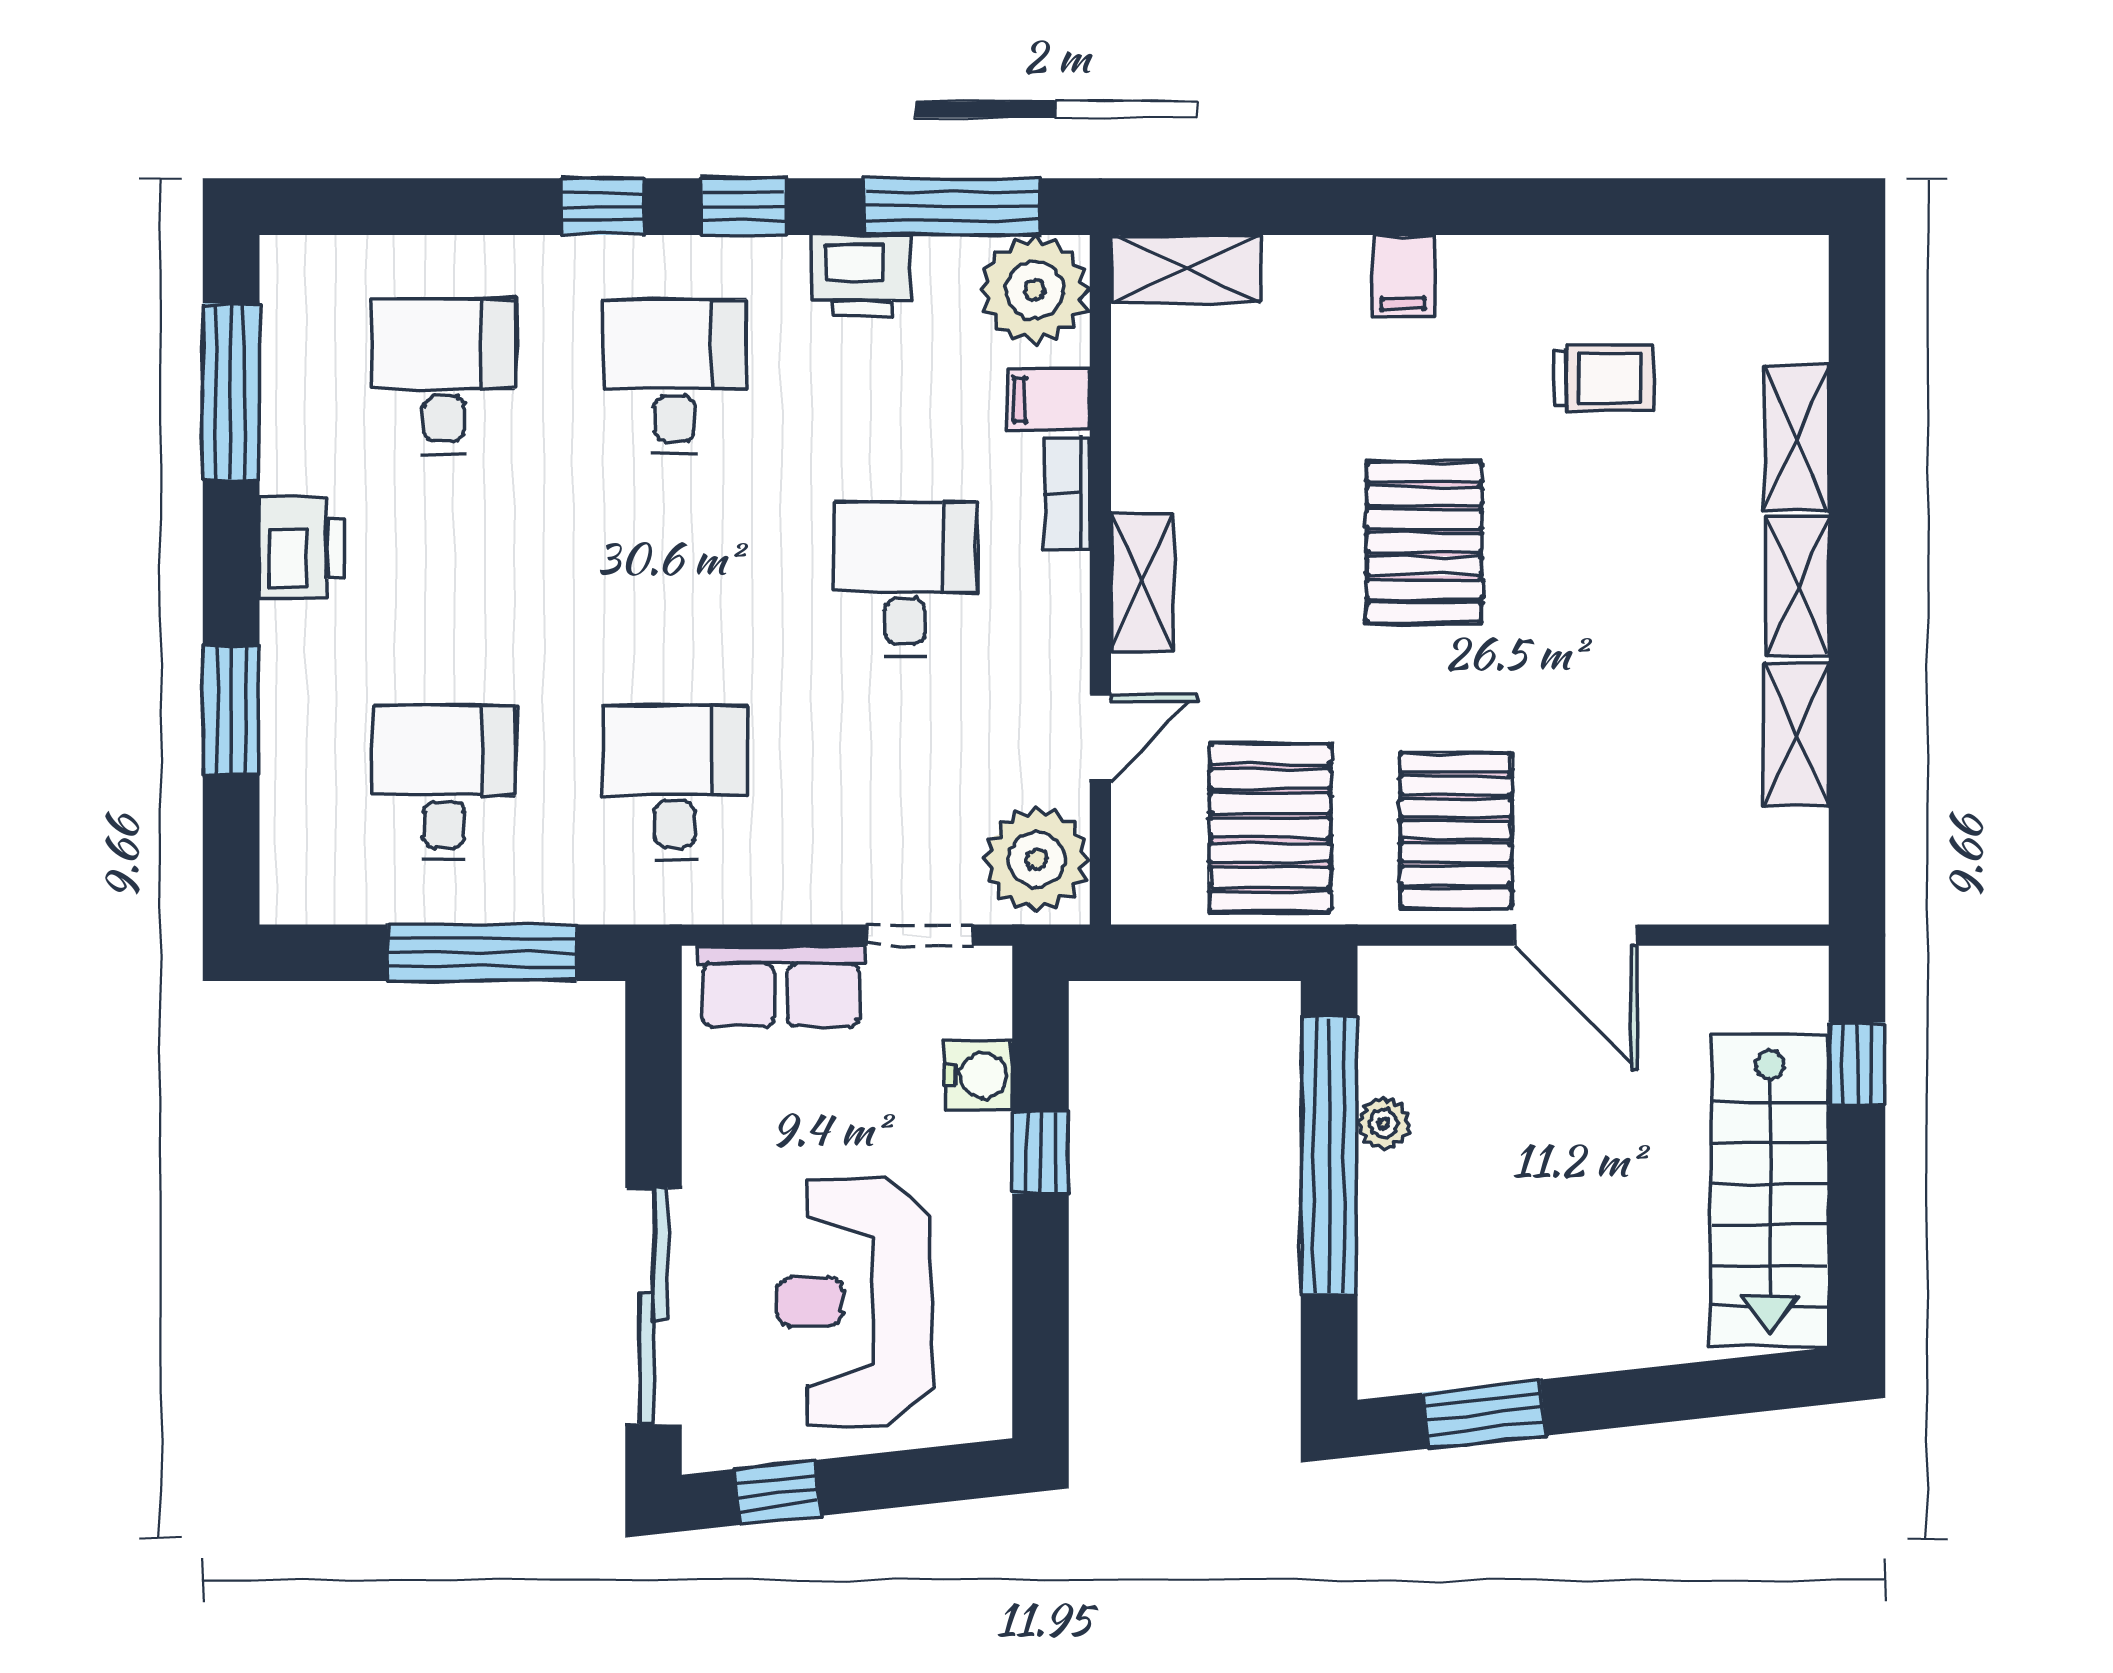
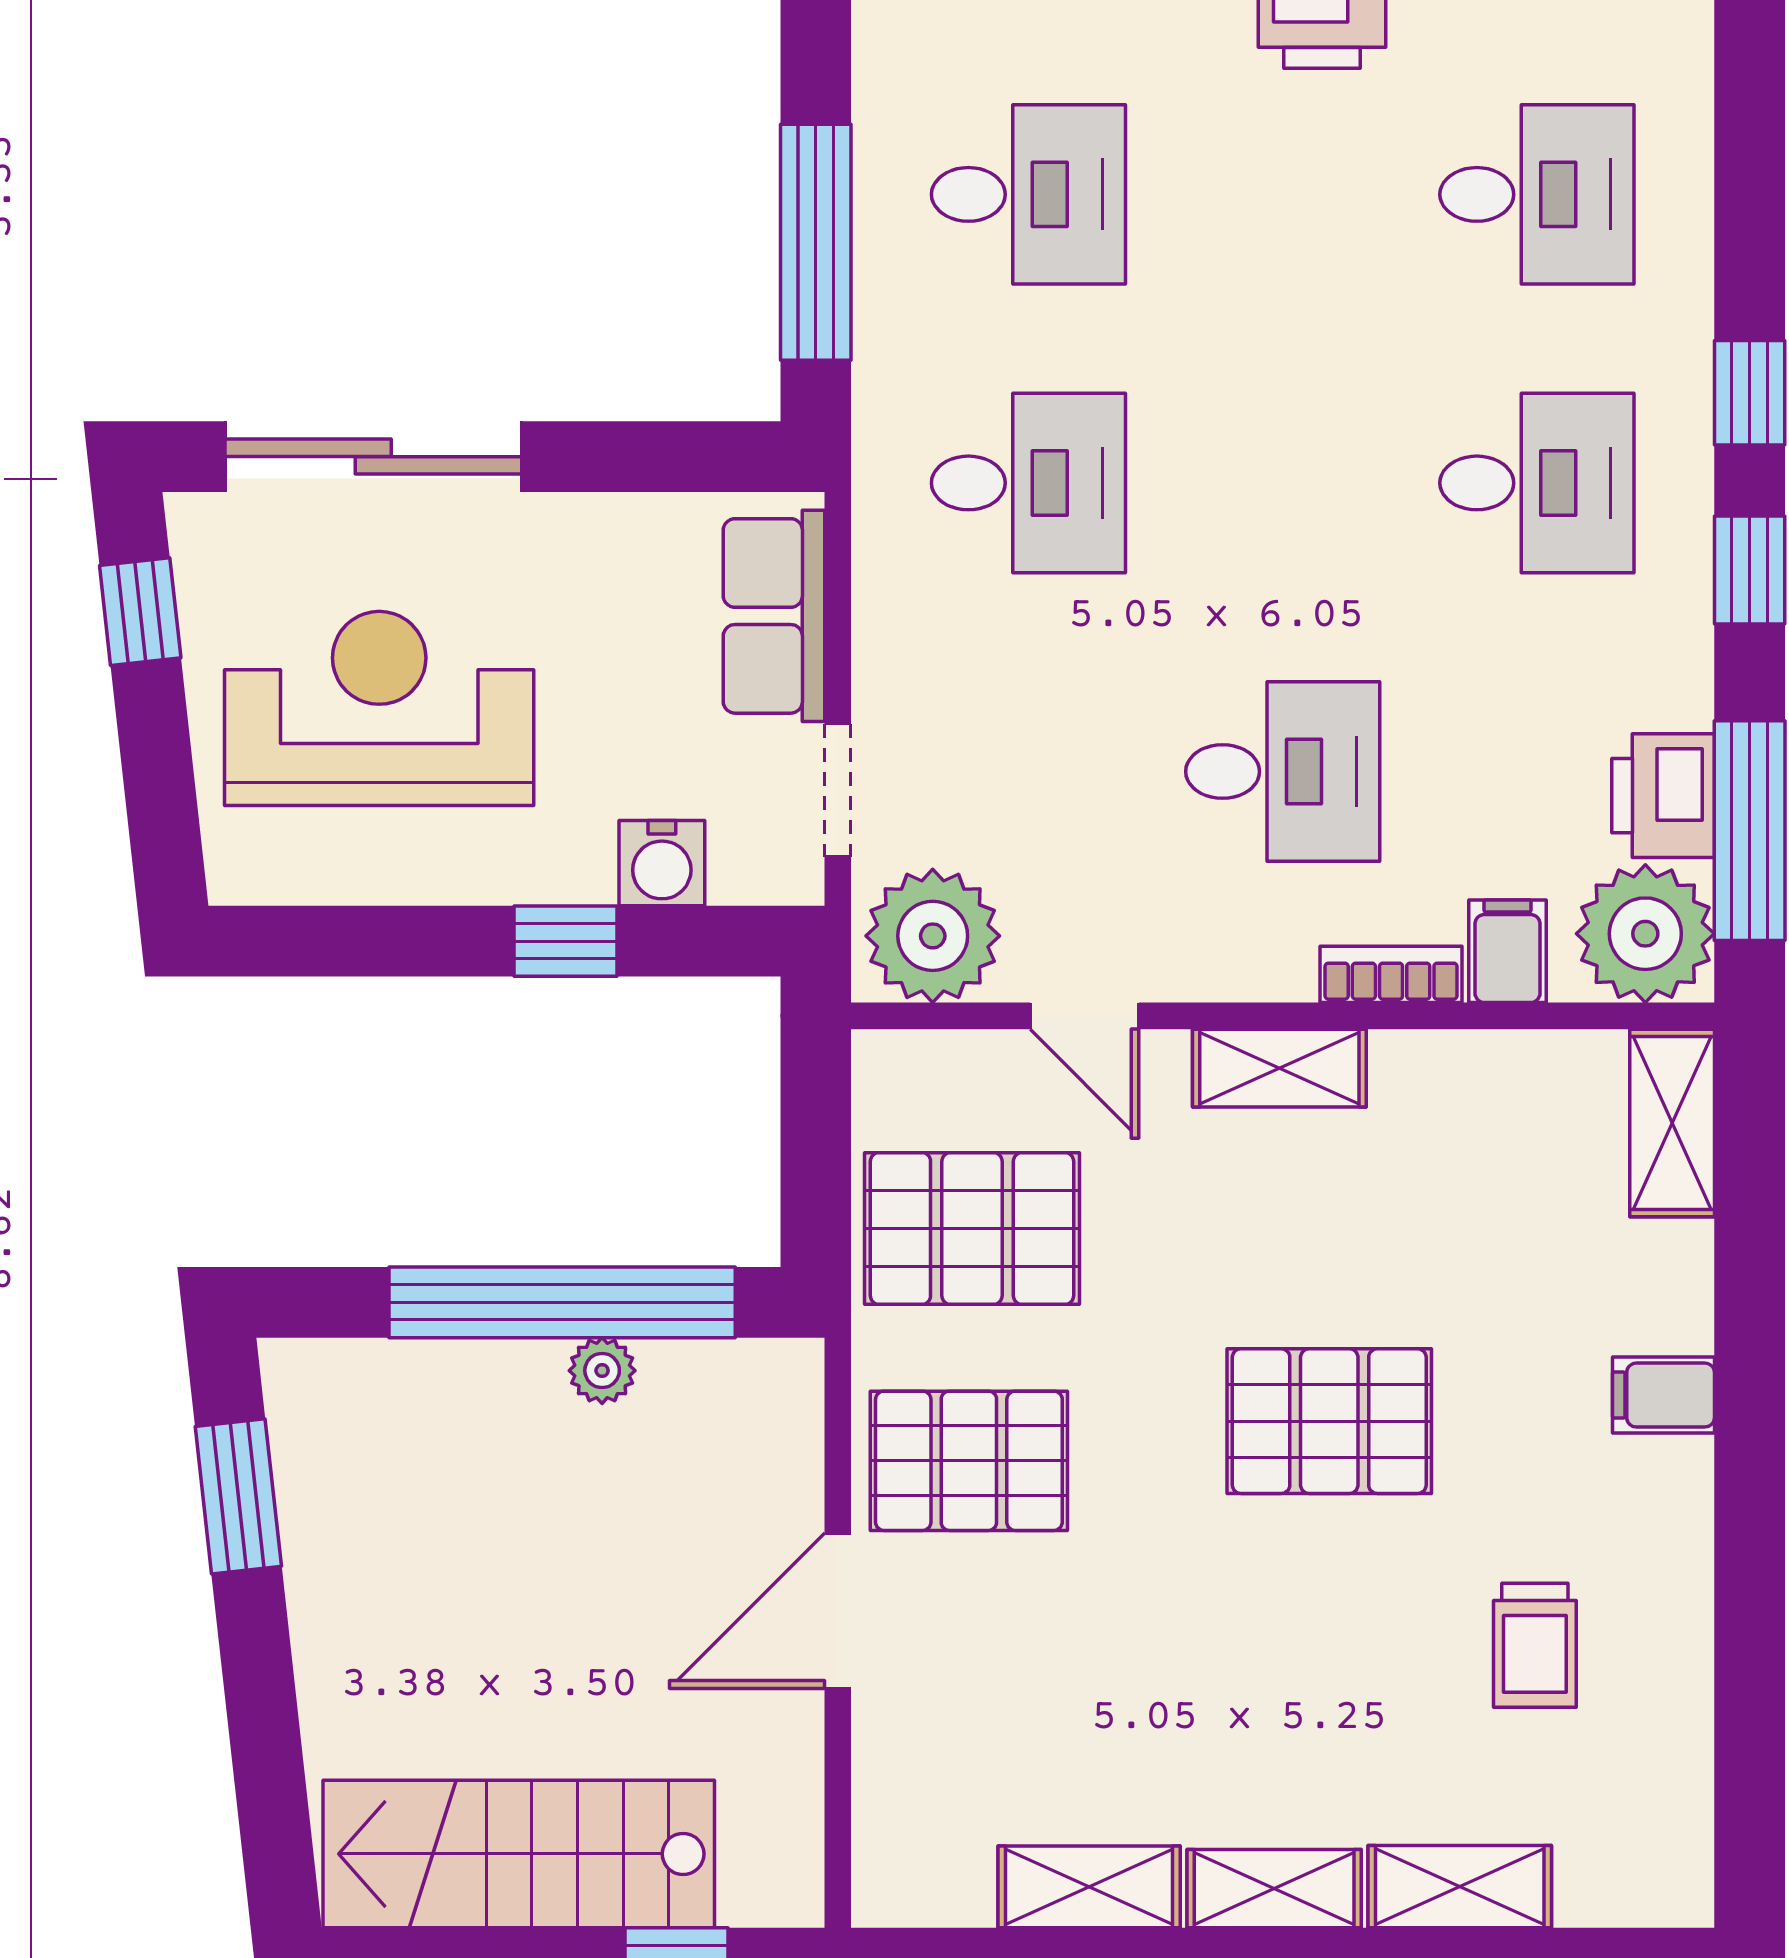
printer: (862, 276) -> (1663, 796), moved

